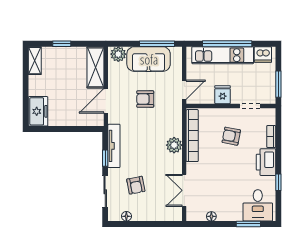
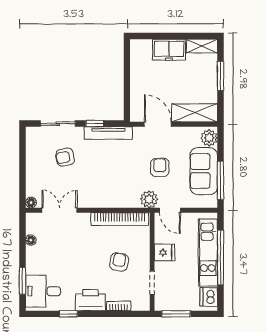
window: (62, 44) -> (221, 76), width x1.50
freezer: (38, 111) -> (169, 50), moved
plant: (174, 145) -> (149, 199), moved
floor lamp: (126, 216) -> (31, 203), moved

